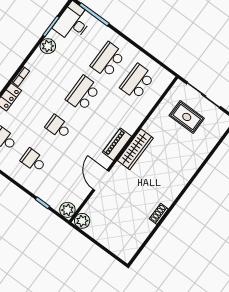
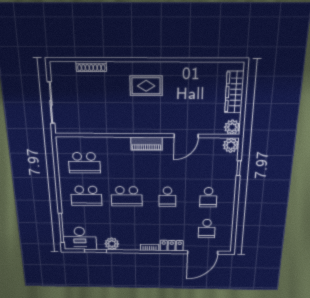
rug: (187, 117) -> (146, 86), moved, turned 90
wardrobe: (135, 149) -> (234, 92), moved, turned -90
shoe rack: (159, 214) -> (91, 67), moved, width x1.43

